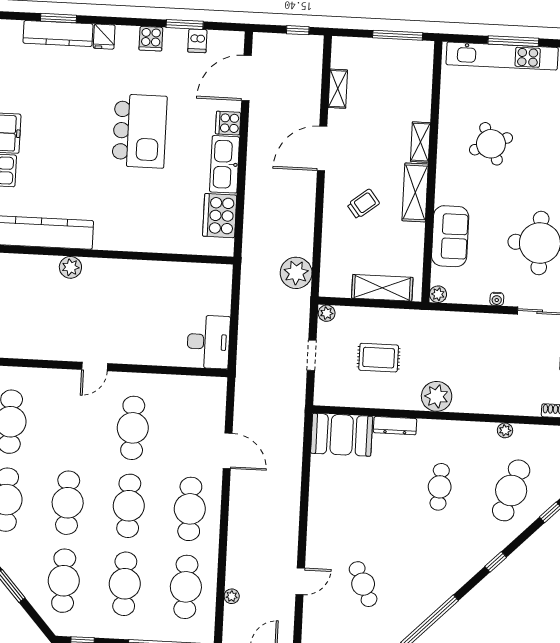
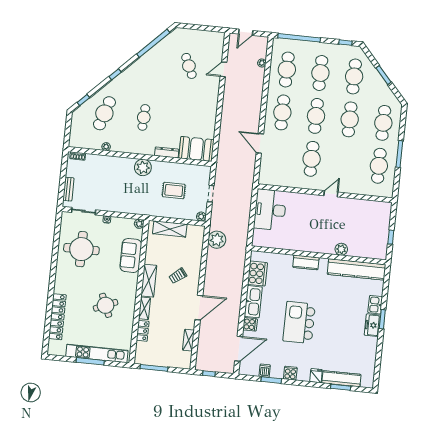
locker: (422, 101) -> (143, 331), added
kitchen counter: (133, 240) -> (306, 262), added
desk: (208, 342) -> (270, 210), width x1.36, depth x1.30

